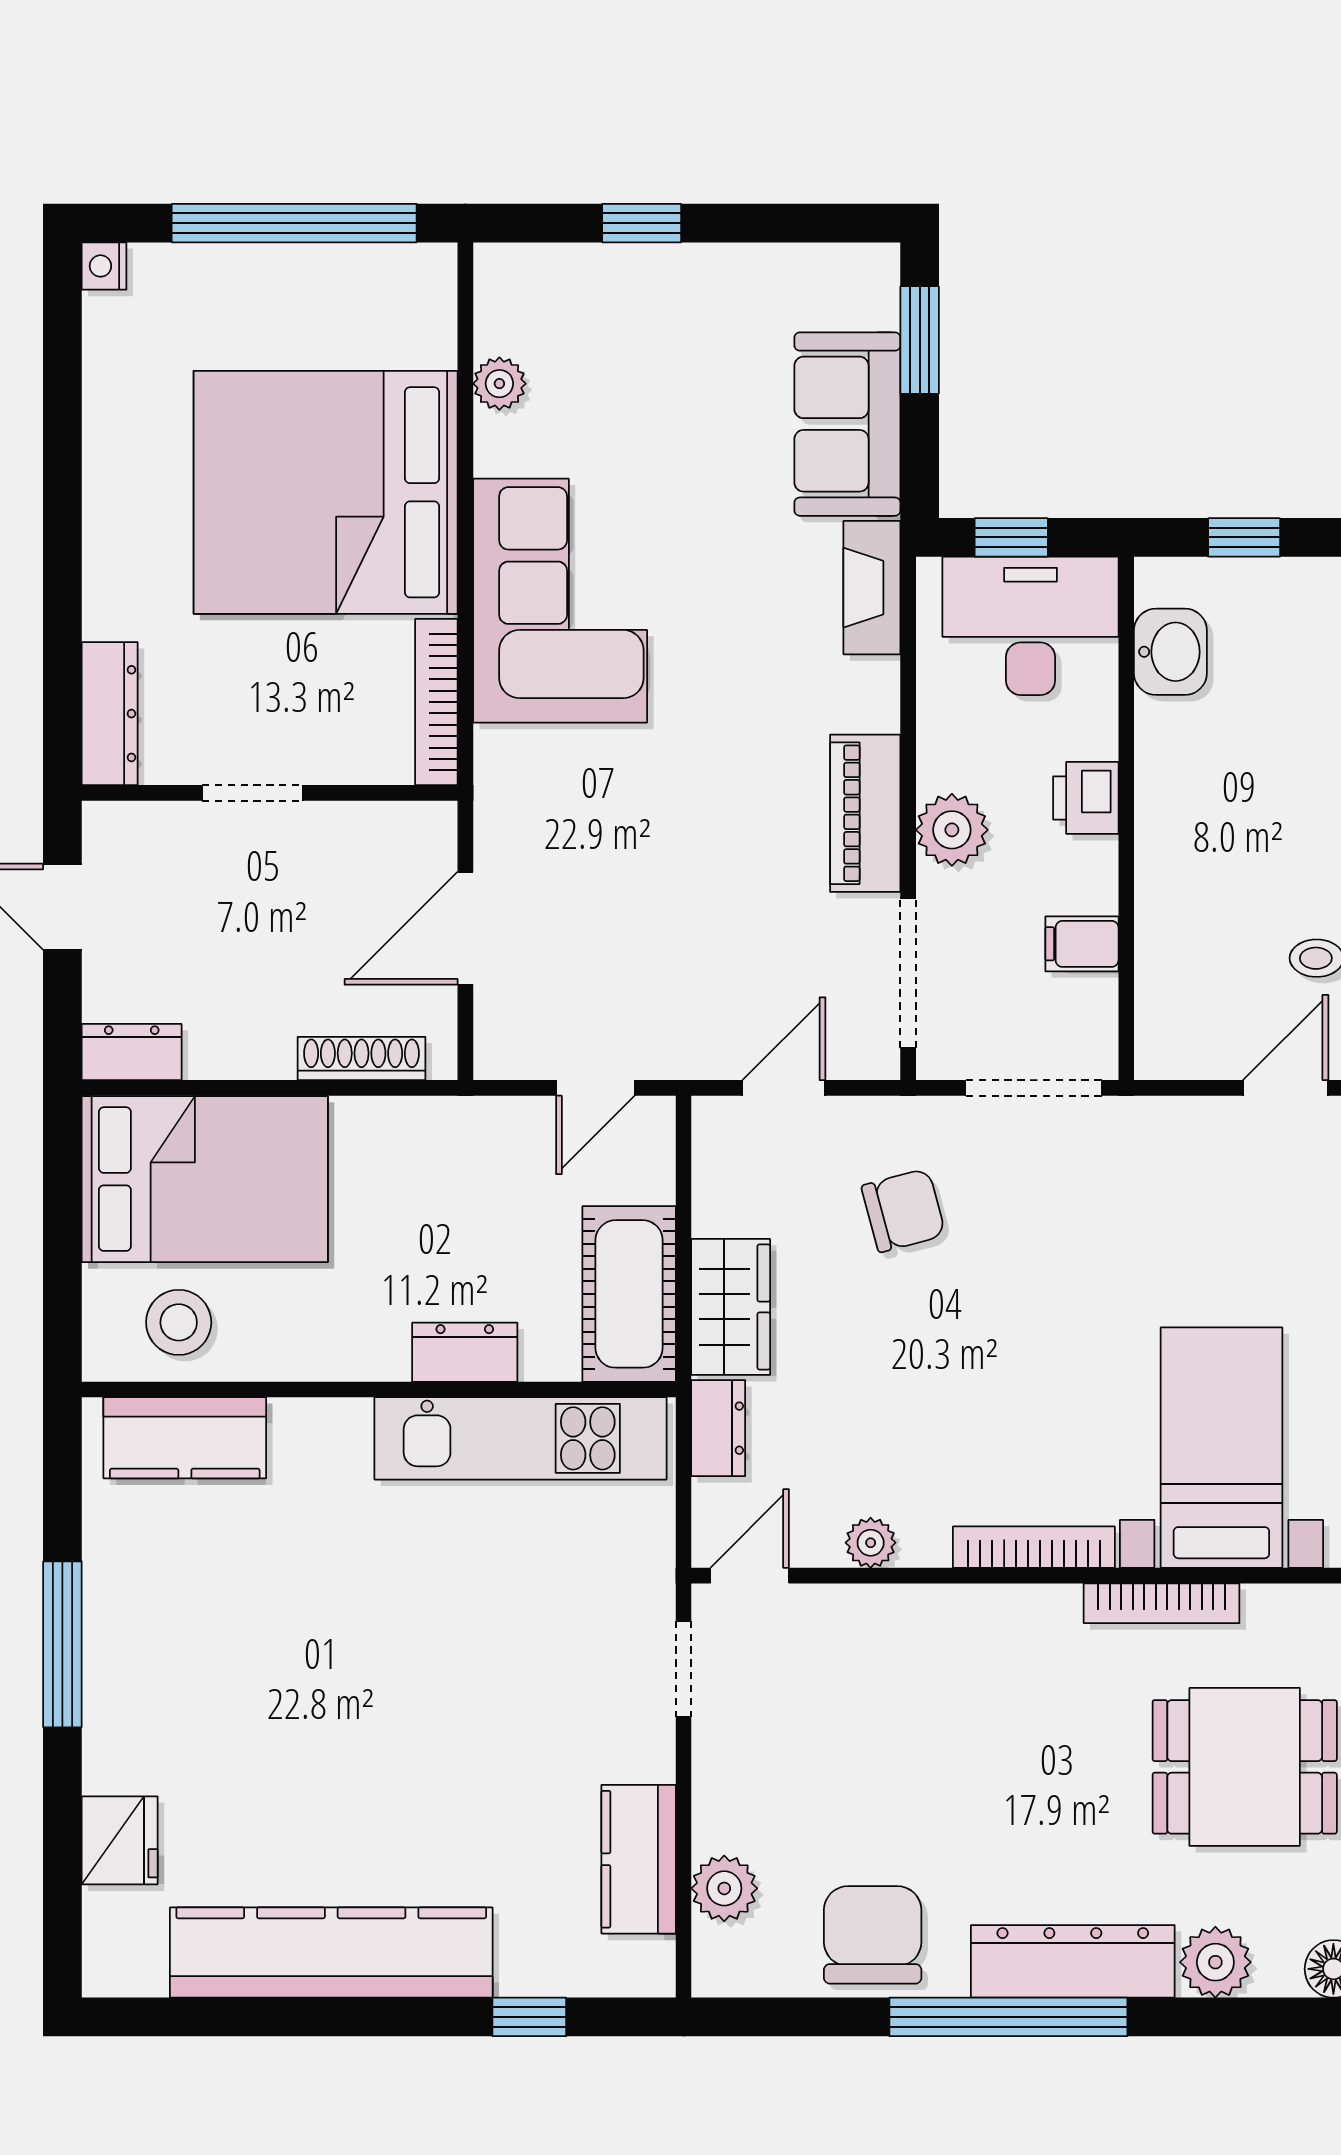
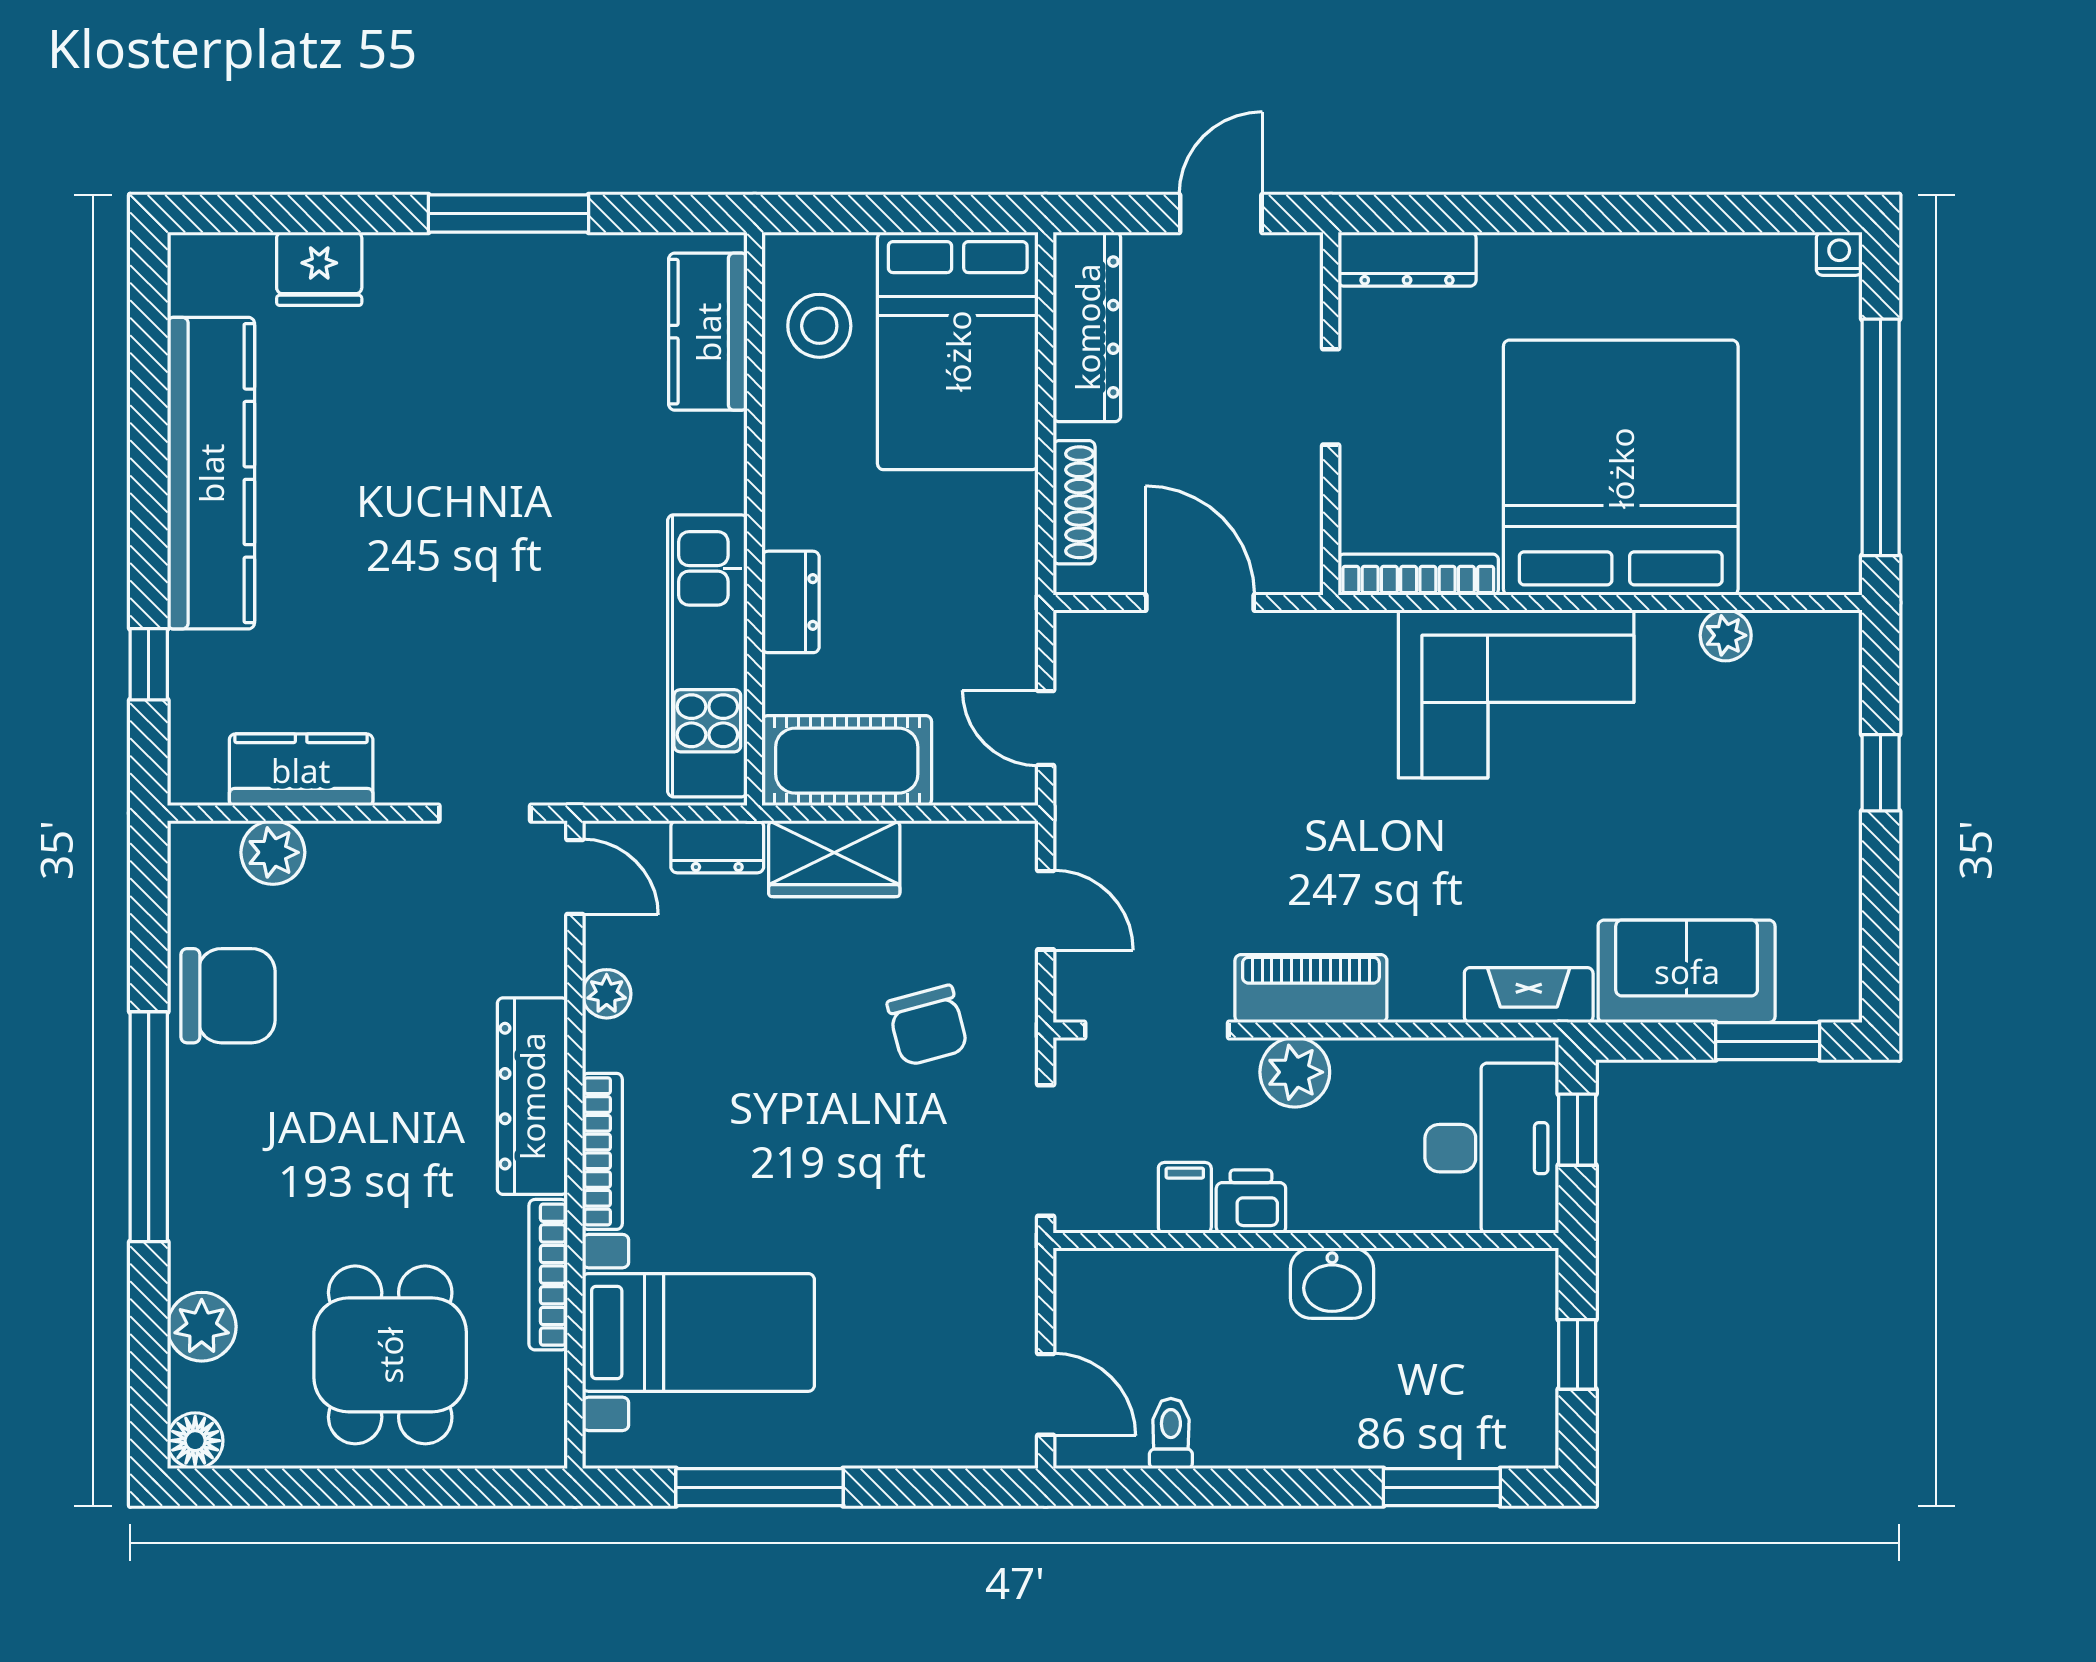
washbasin: (1170, 652) -> (1332, 1283), moved
printer: (1086, 798) -> (1251, 1202), moved
dresser: (132, 1052) -> (1087, 327), width x1.96, depth x1.24
dresser: (1073, 1961) -> (532, 1096), moved, turned 180

